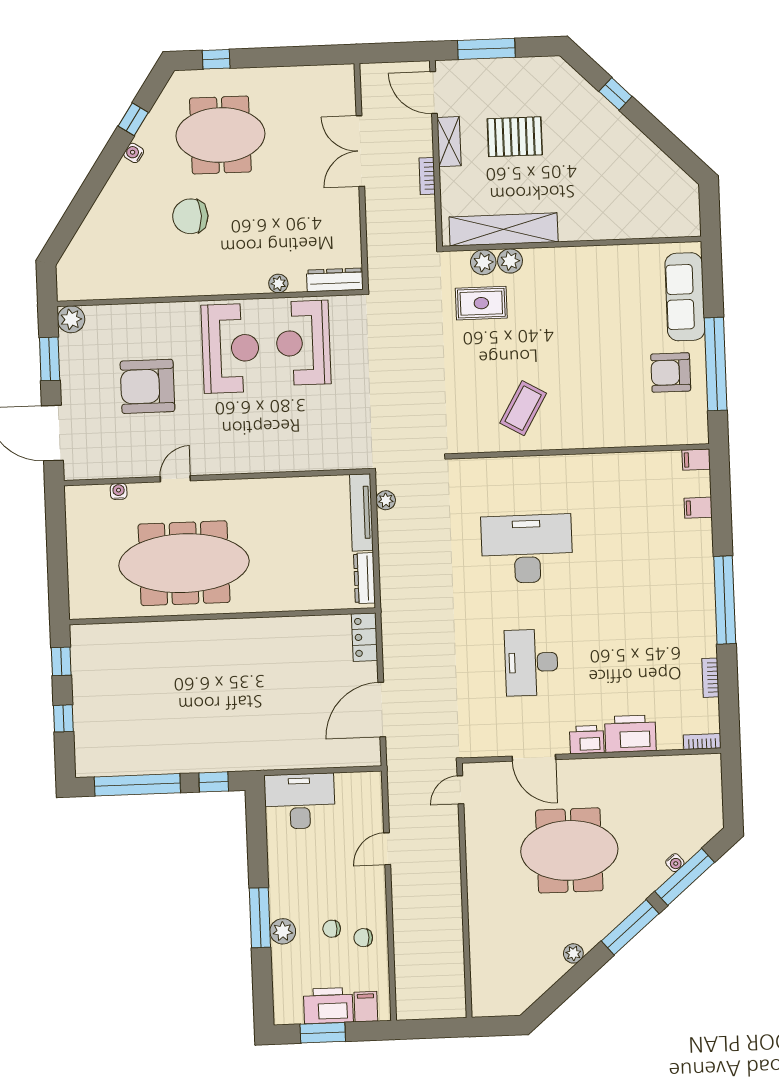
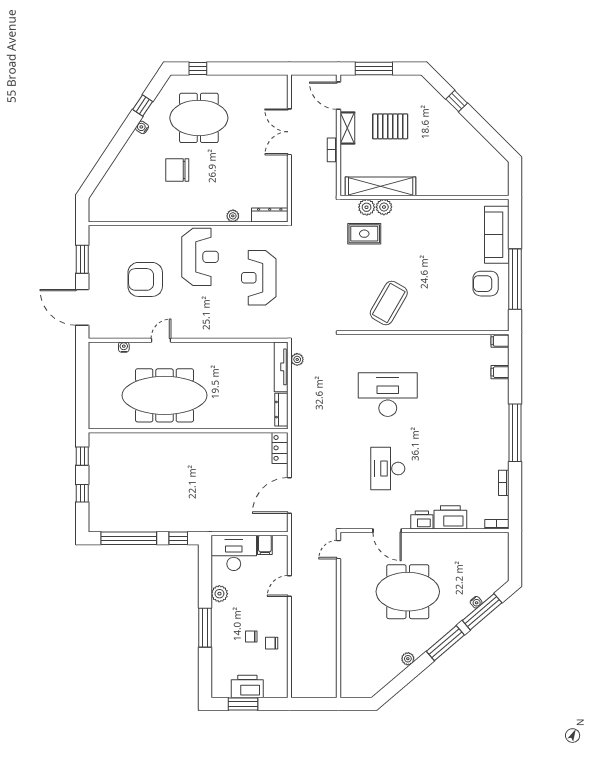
plant: (71, 319) -> (97, 234), removed
reception desk: (303, 343) -> (259, 278), moved
coffee table: (523, 408) -> (389, 303), width x1.36, depth x1.32
plant: (283, 931) -> (219, 594), moved
filing cabinet: (366, 1007) -> (265, 545), moved, turned 180

